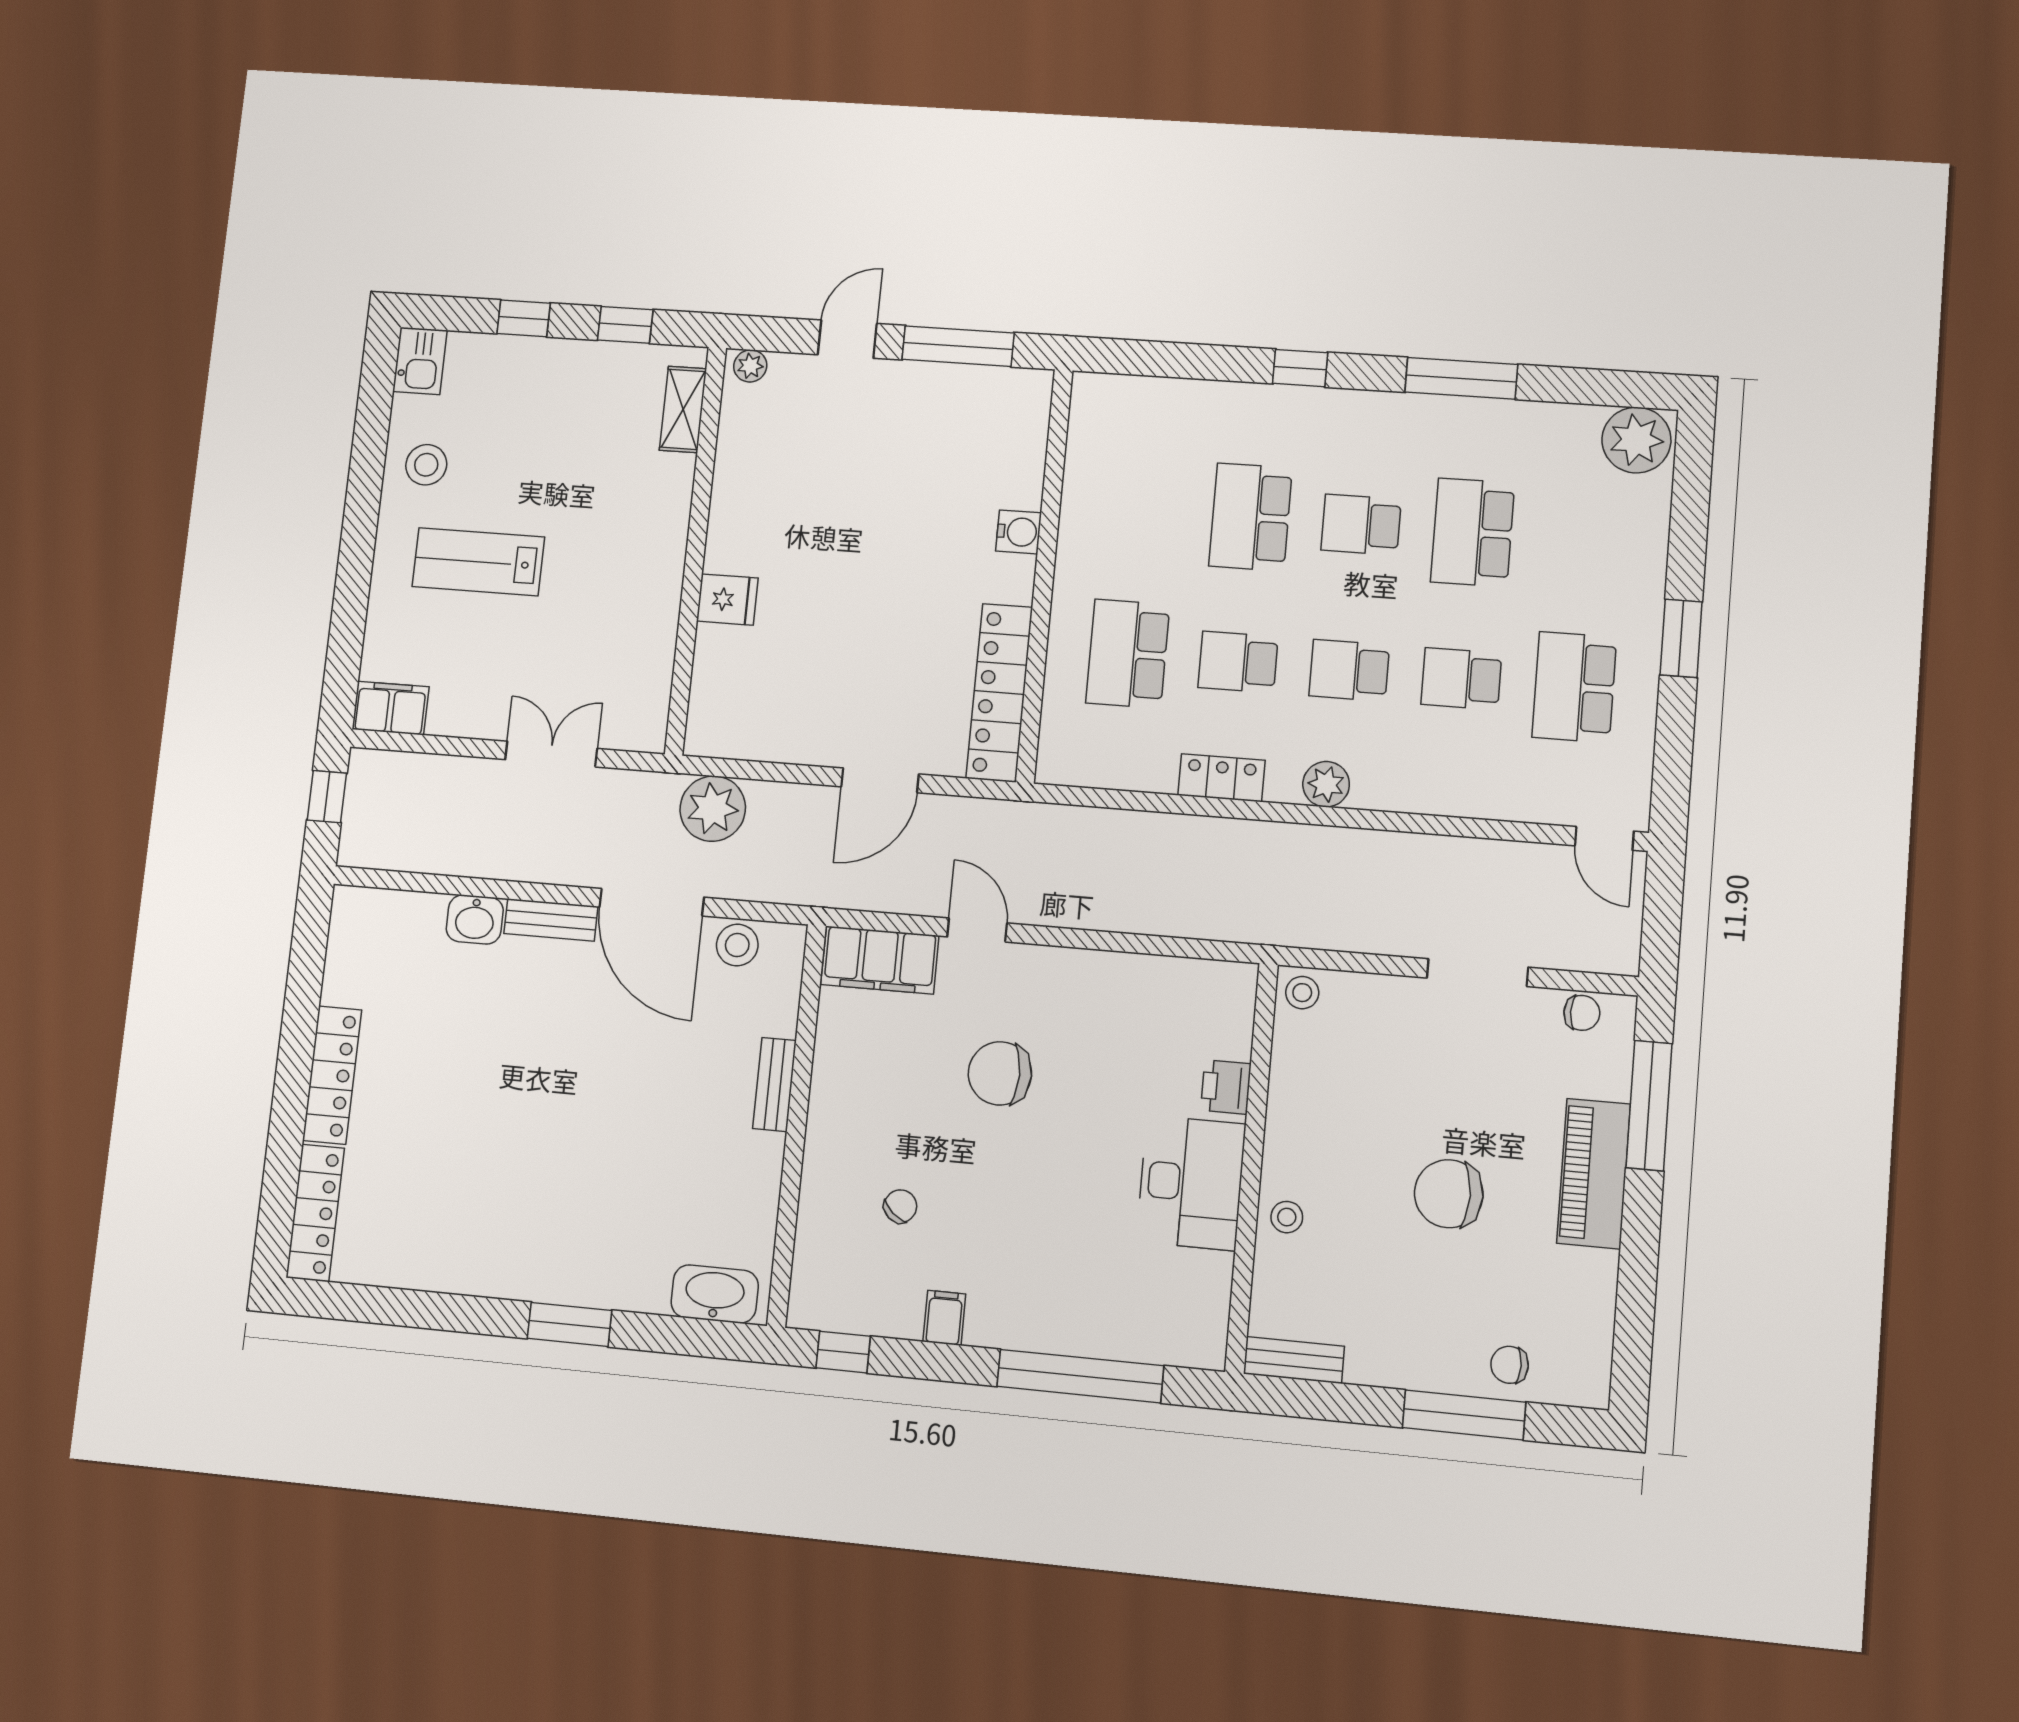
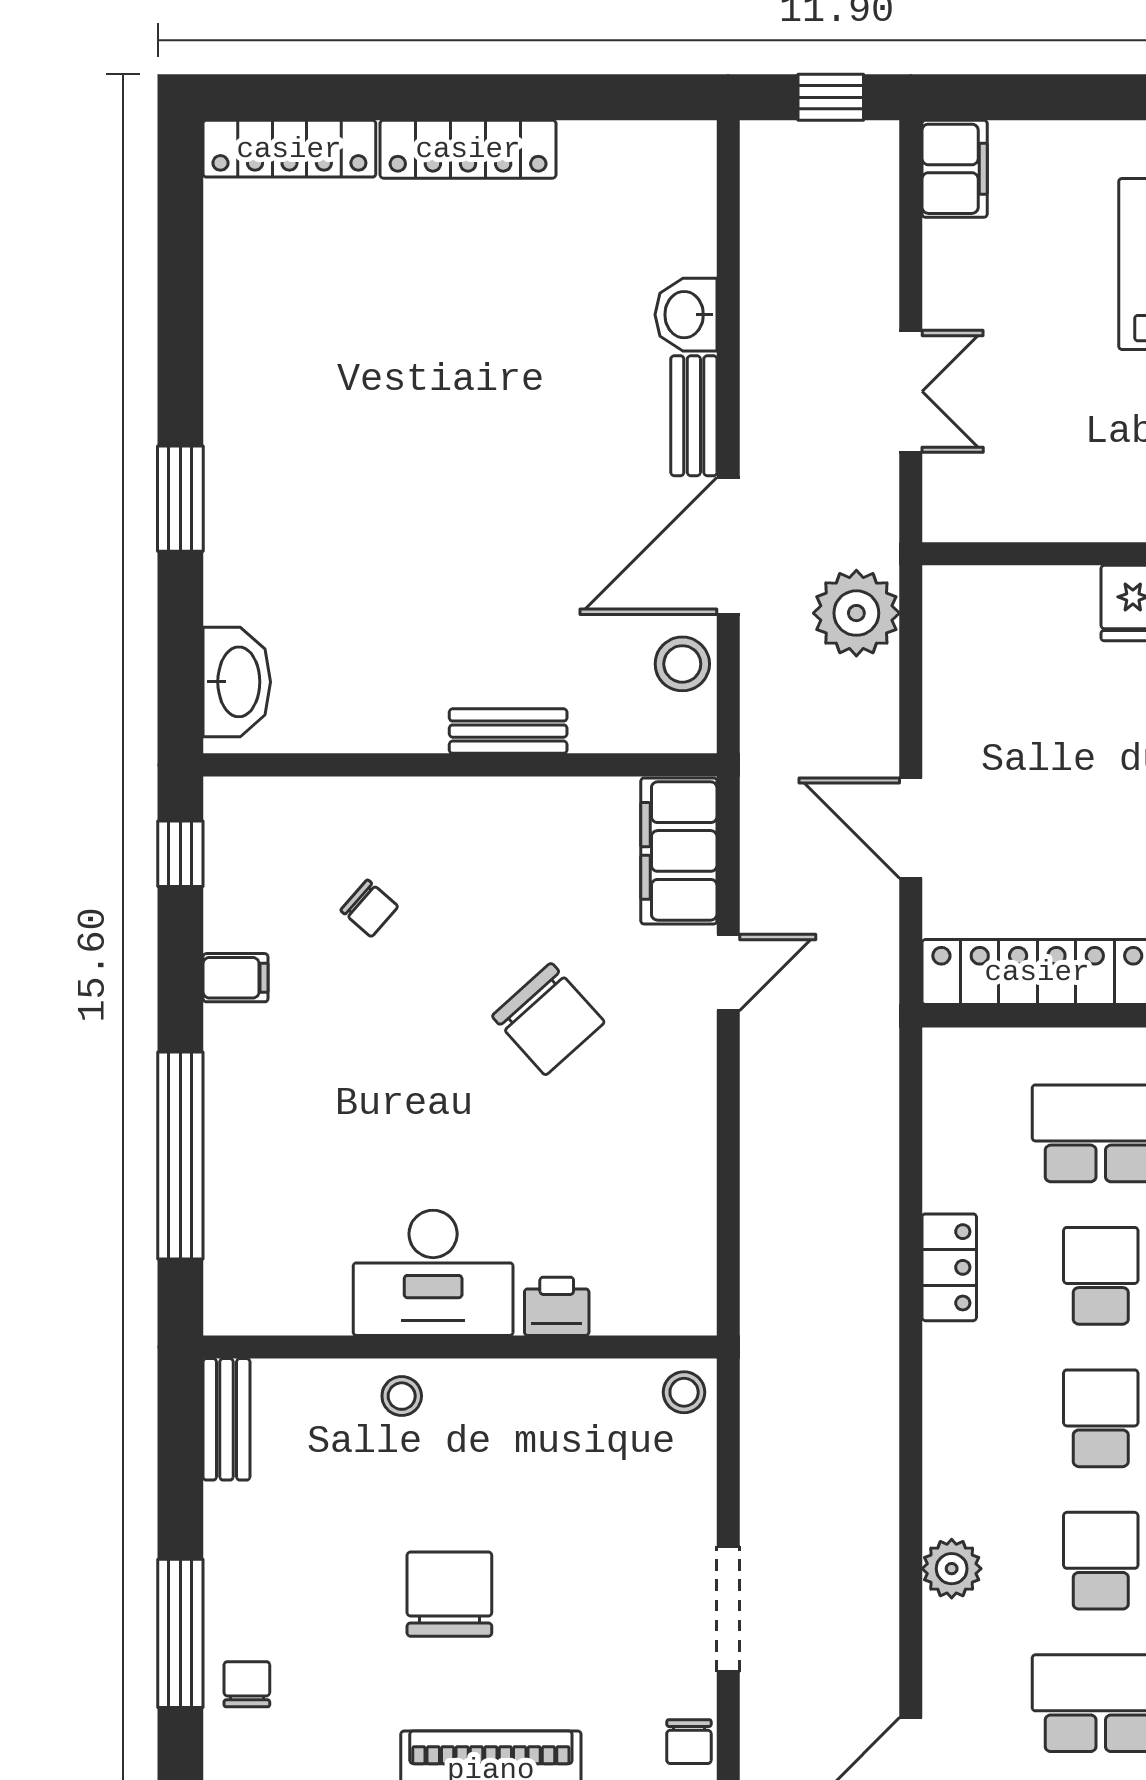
plant: (1326, 784) -> (952, 1569), moved
chair: (1000, 1073) -> (548, 1019), turned 138

